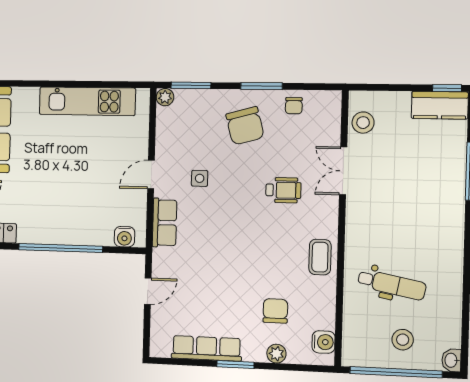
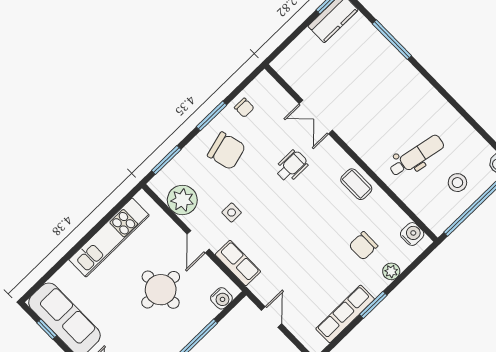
plant: (165, 97) -> (182, 200), moved, width x1.88, depth x1.88
stool: (363, 123) -> (298, 75), removed
round table: (86, 182) -> (161, 290), added
chair: (275, 311) -> (363, 246), turned -90

